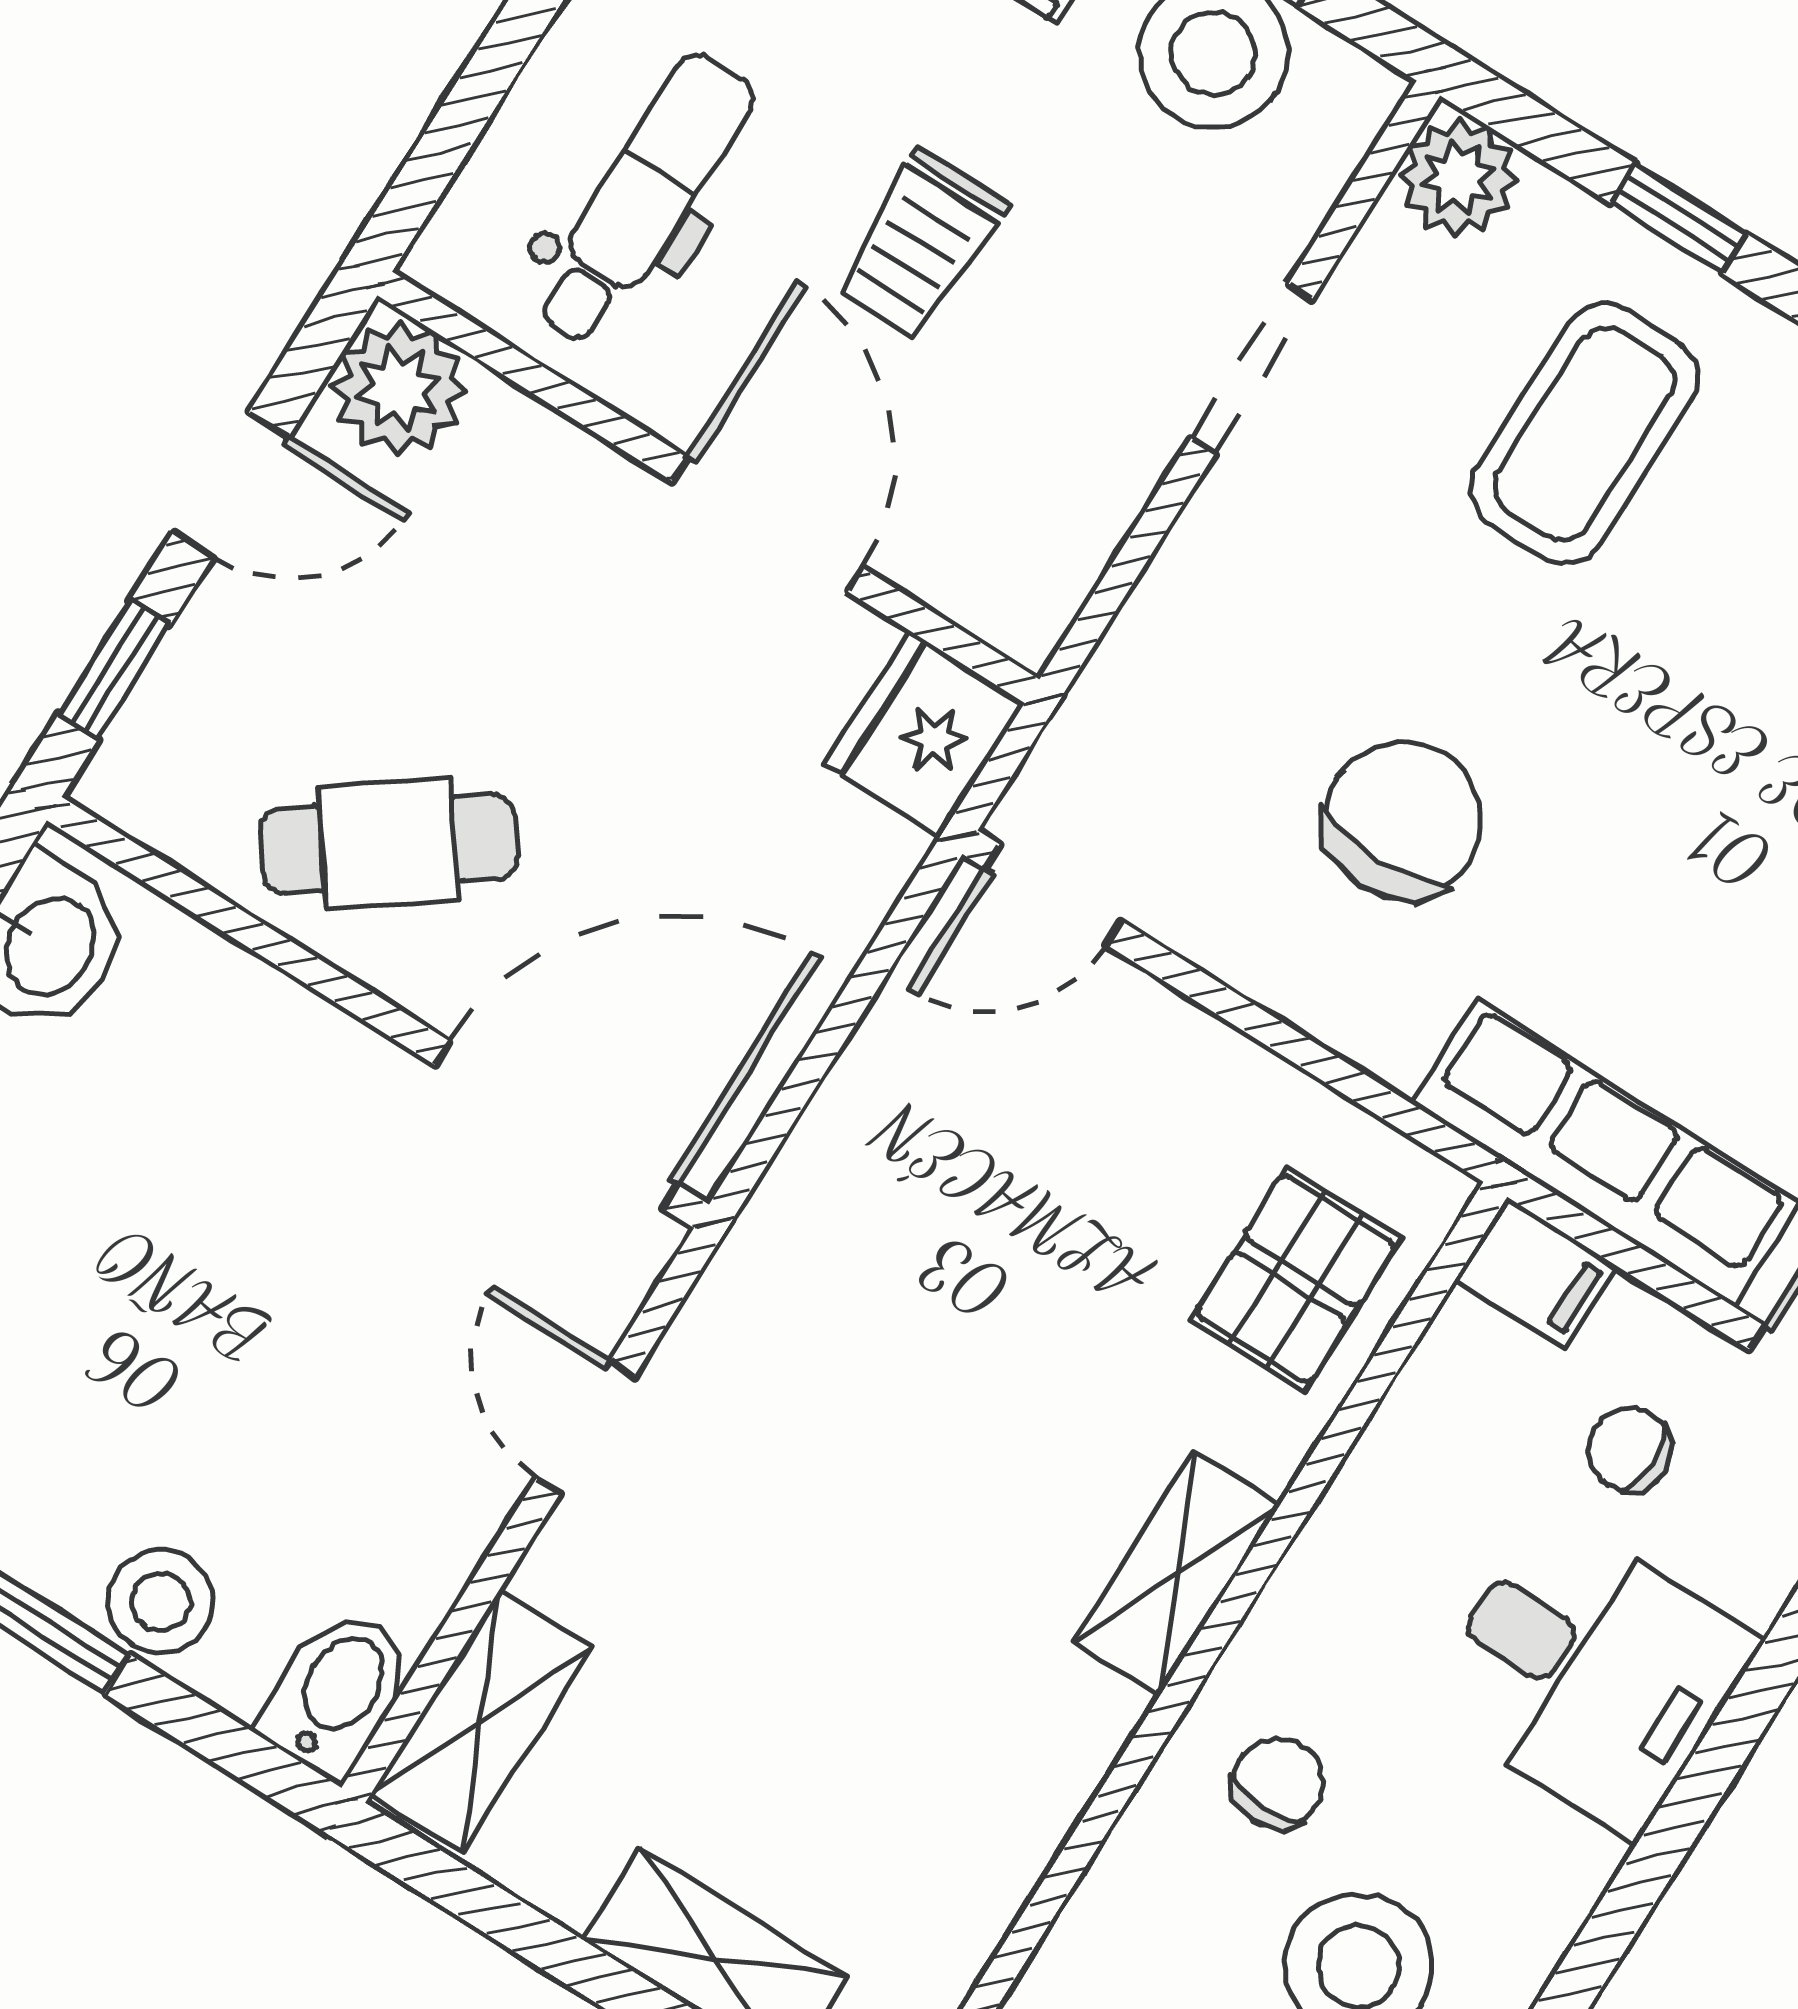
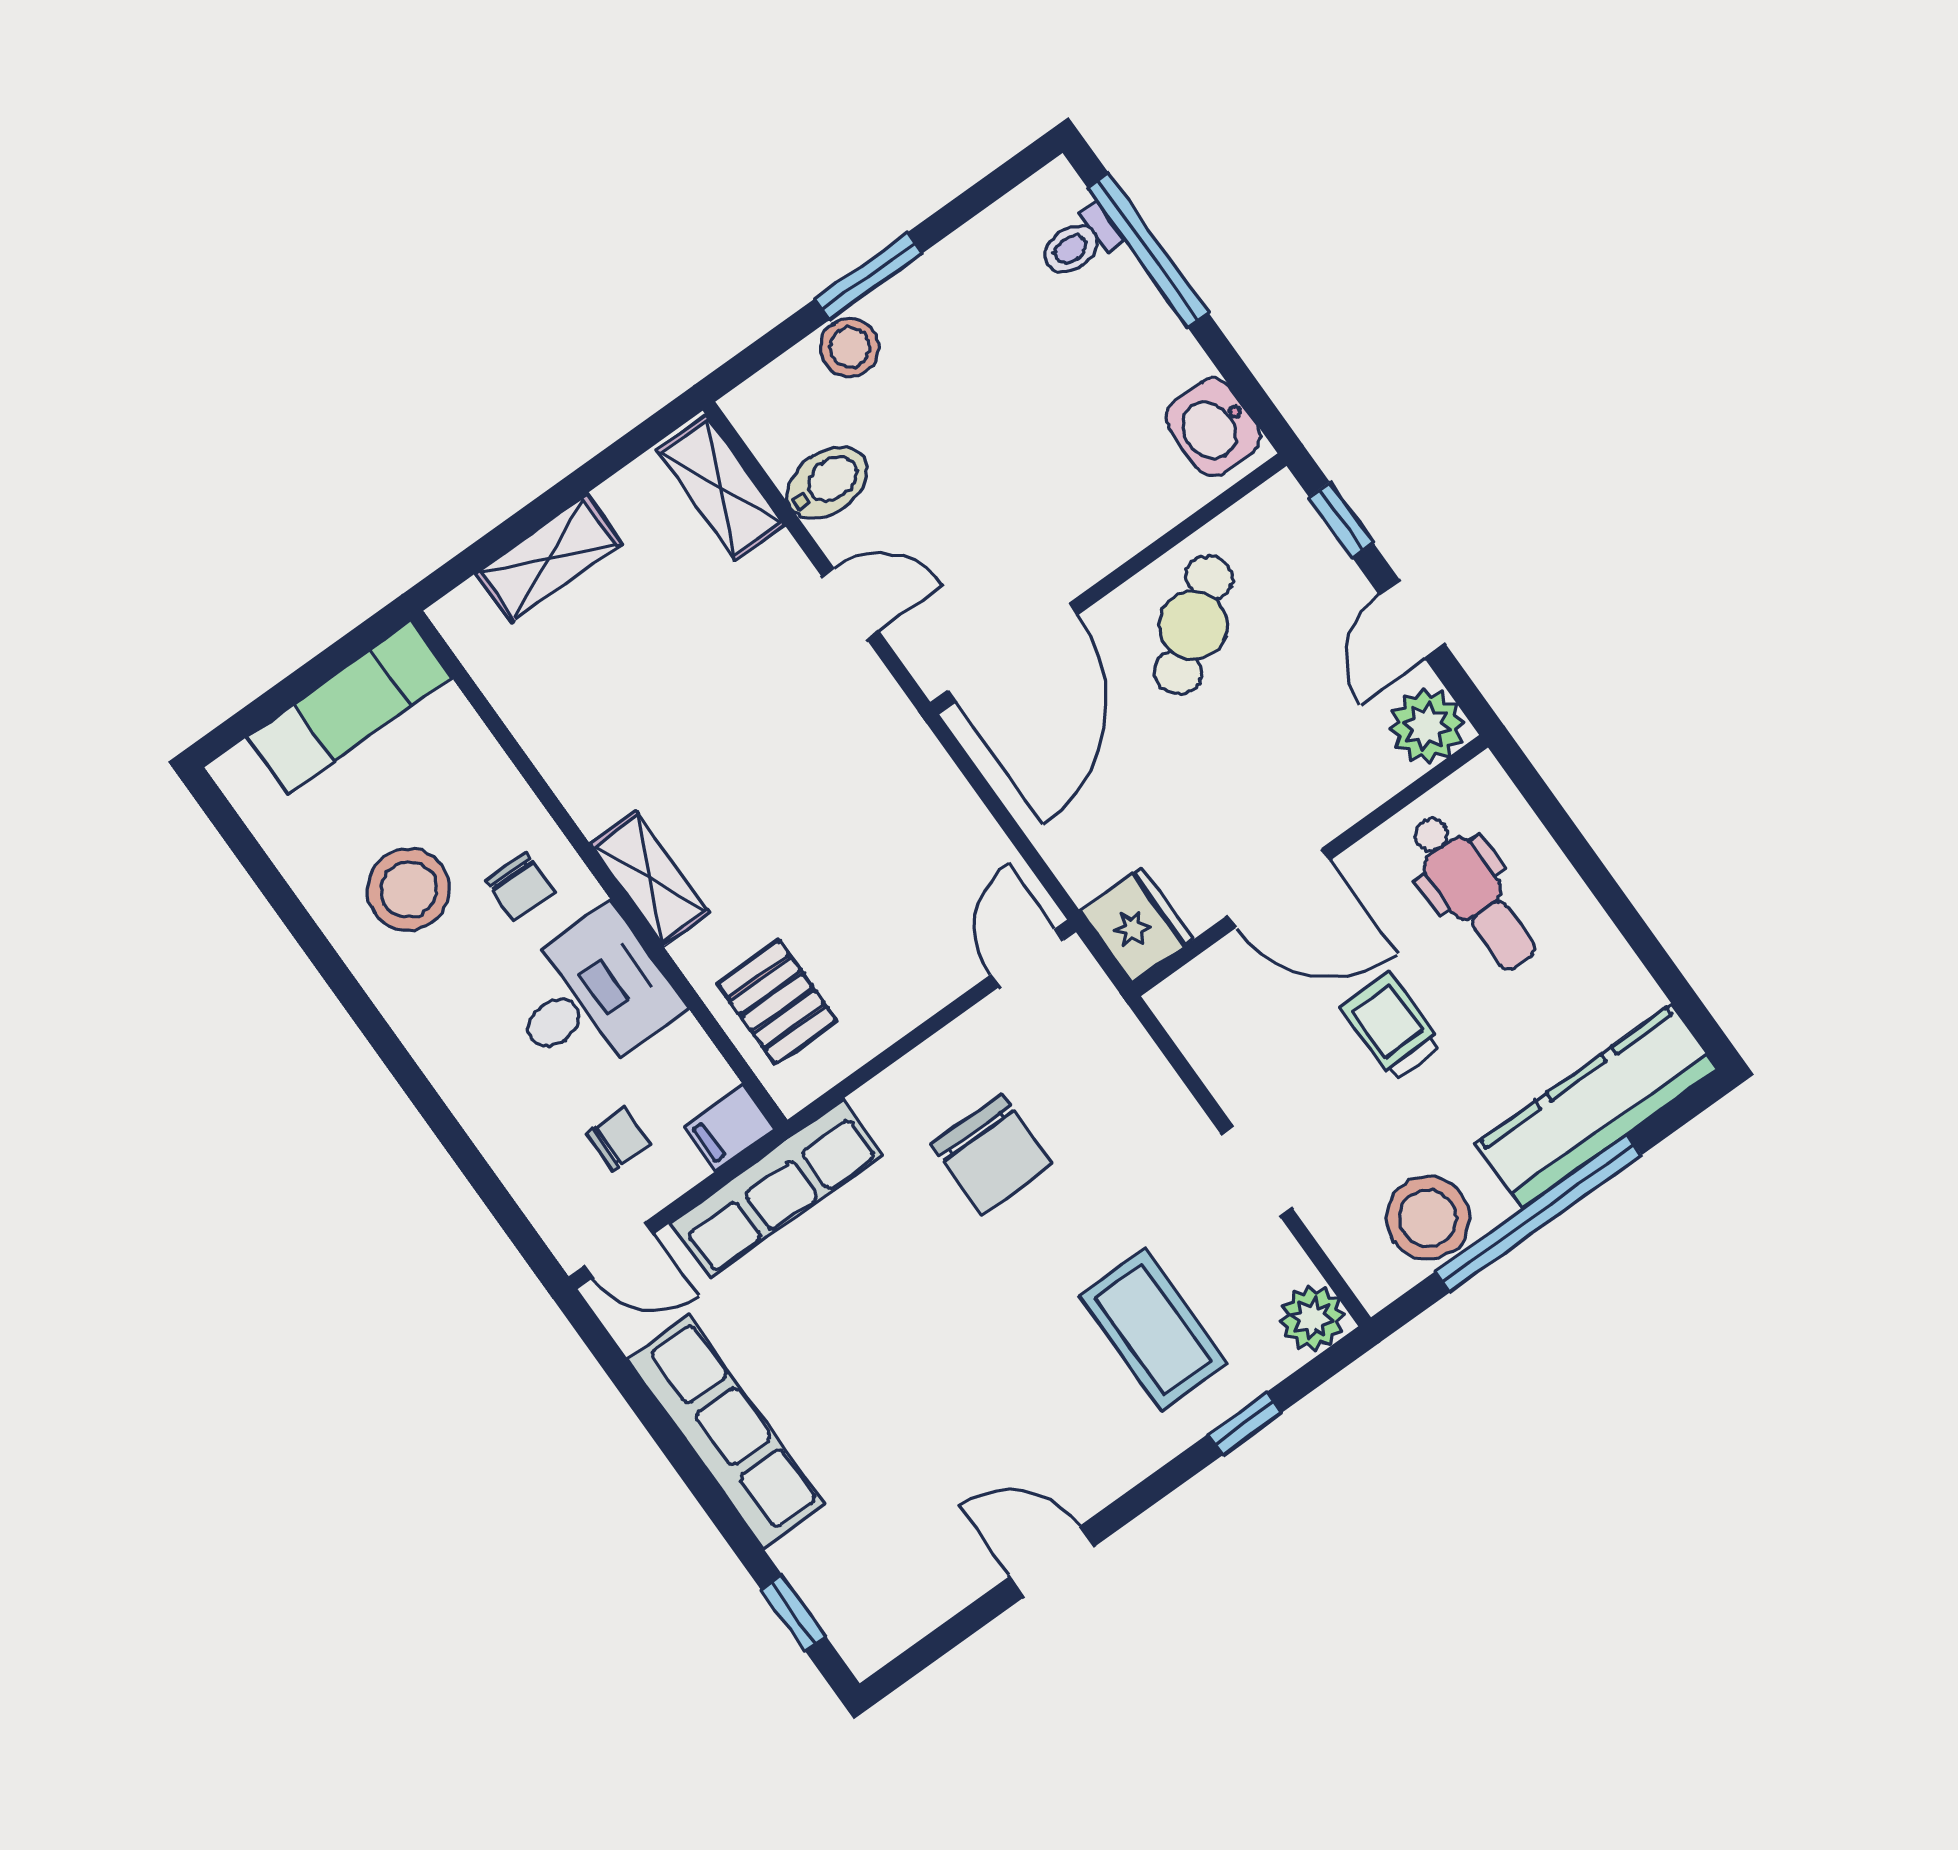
desk: (1590, 1673) -> (590, 996), moved, turned 180
bidet: (337, 1693) -> (827, 483), moved, turned -90

